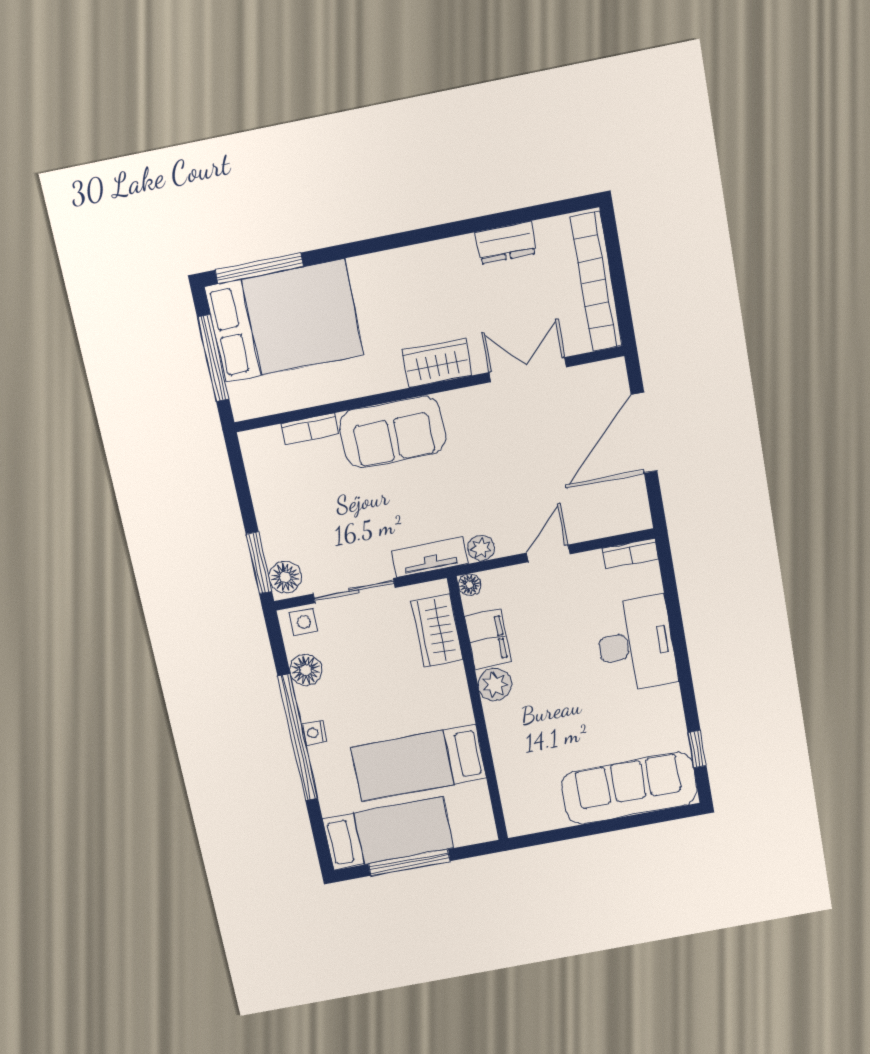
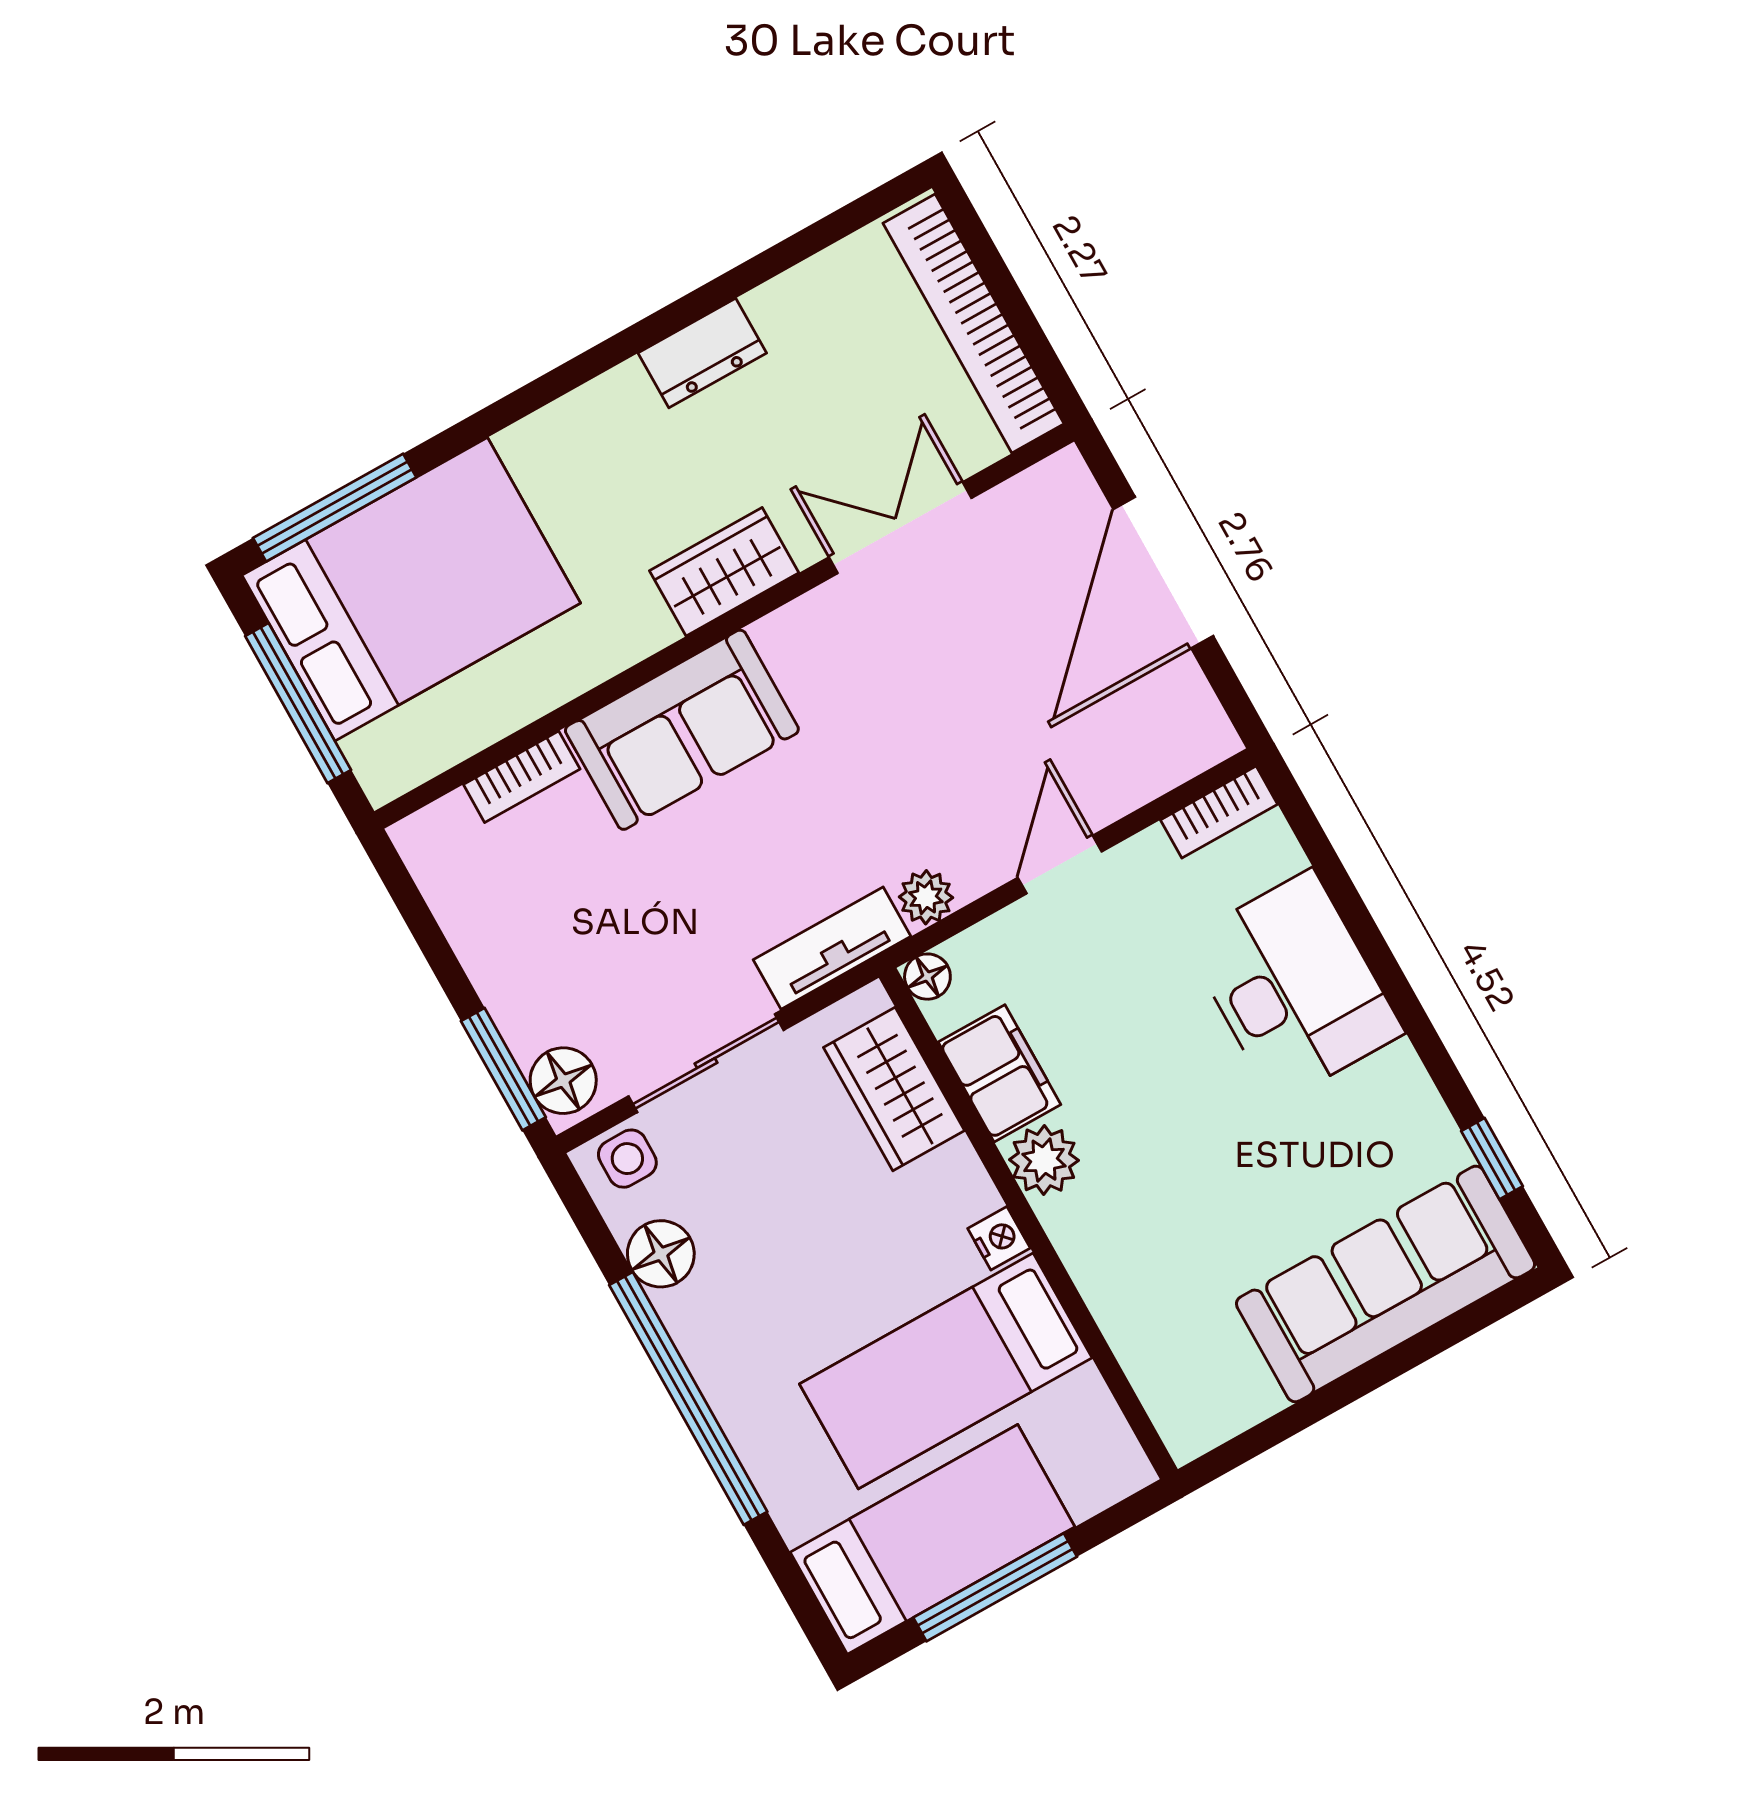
dresser: (505, 243) -> (702, 353), moved
nightstand: (314, 733) -> (999, 1238), moved, turned 180

